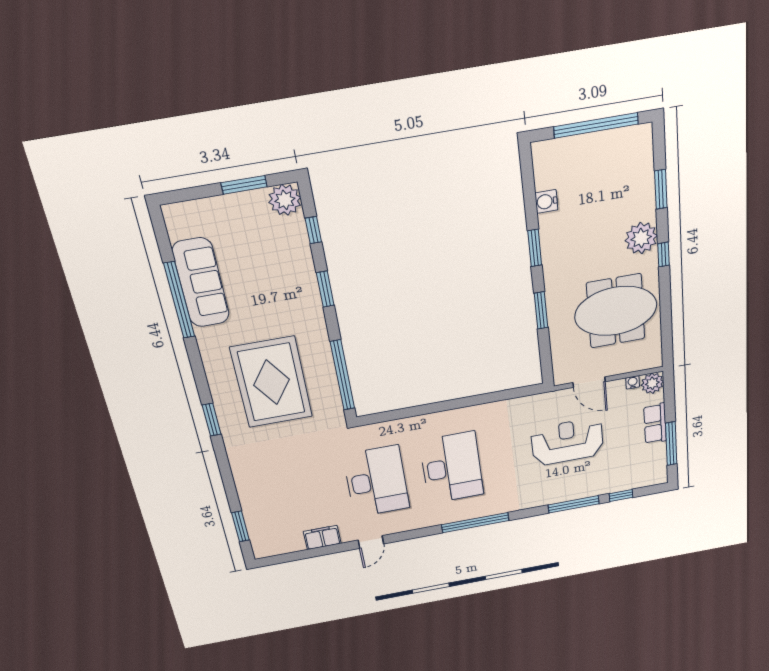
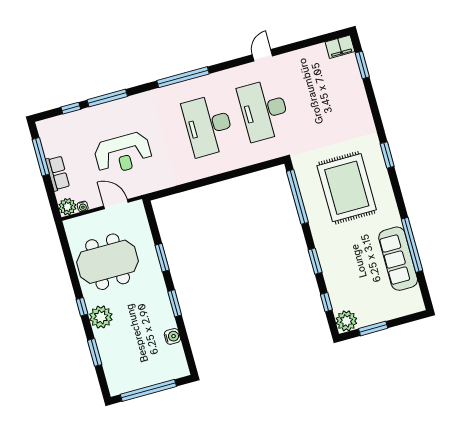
filing cabinet: (322, 538) -> (340, 47), moved

